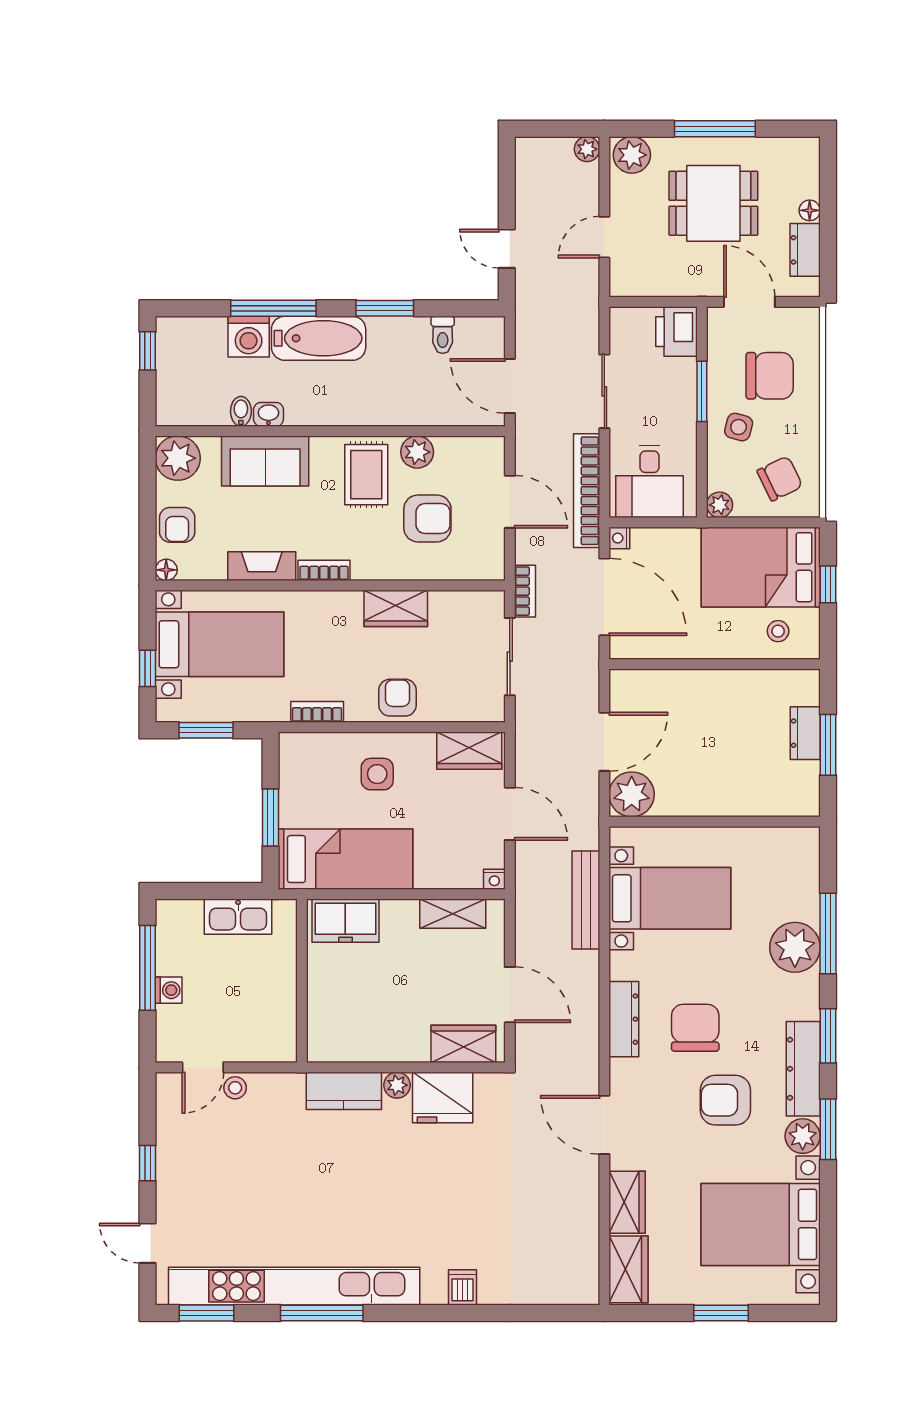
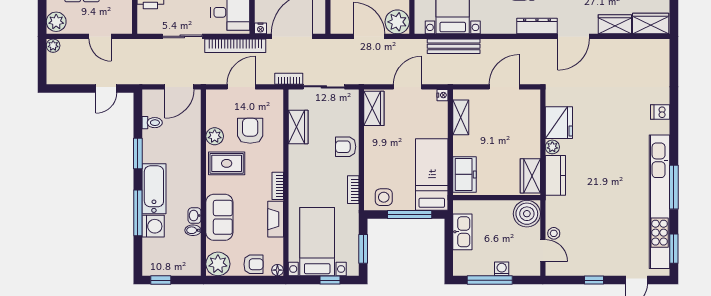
wardrobe: (396, 608) -> (298, 127), moved
side table: (377, 774) -> (384, 197), moved
window: (270, 818) -> (410, 215), width x1.44
dresser: (624, 1019) -> (537, 26), moved
boiler: (272, 1037) -> (527, 214), added
wardrobe: (463, 1044) -> (530, 176), moved

